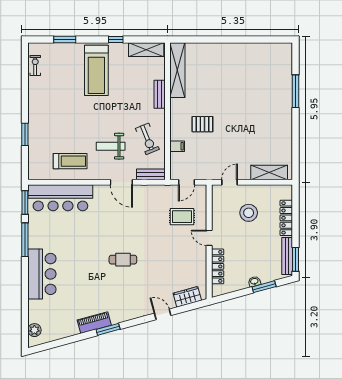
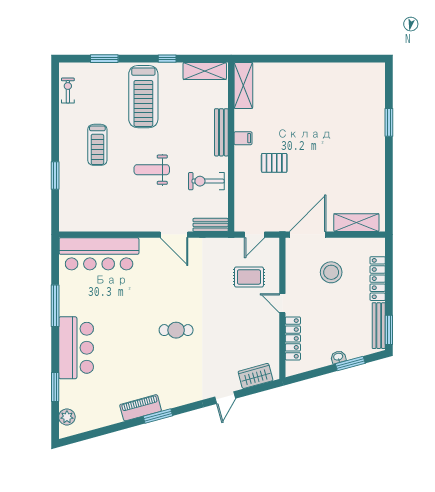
shelving: (177, 70) -> (243, 86), width x0.68
window: (295, 91) -> (389, 122), width x0.69
bench: (160, 94) -> (221, 132), width x1.36
exercise bike: (147, 139) -> (206, 181), turned 112
weight bench: (111, 146) -> (152, 170), moved
filing cabinet: (177, 146) -> (243, 138), moved
treadmill: (70, 161) -> (97, 145), moved, turned 90
door: (230, 182) -> (308, 235), width x1.88
window: (25, 202) -> (55, 387), moved
door: (163, 314) -> (225, 398), swing flipped

